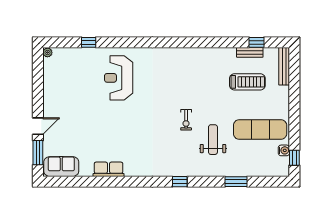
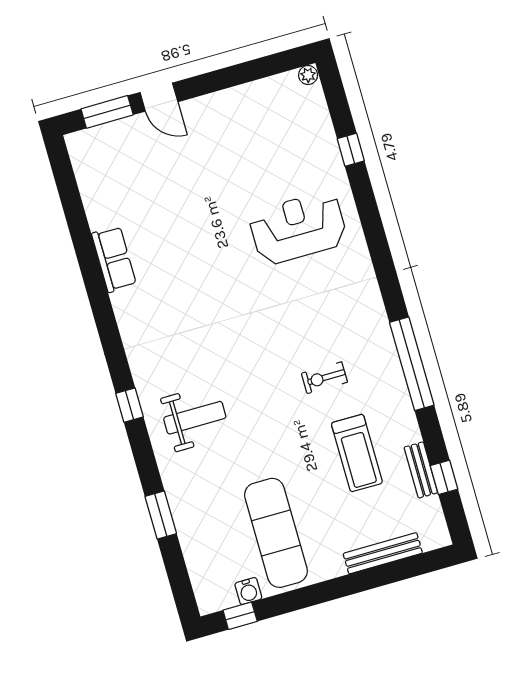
window: (198, 42) -> (412, 364), added
bench: (284, 66) -> (383, 553), moved
treadmill: (247, 82) -> (357, 453), moved
exercise bike: (186, 120) -> (324, 378), moved
weight bench: (213, 140) -> (195, 418), moved
sofa: (61, 167) -> (93, 165), removed

